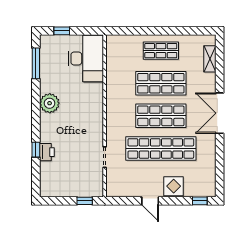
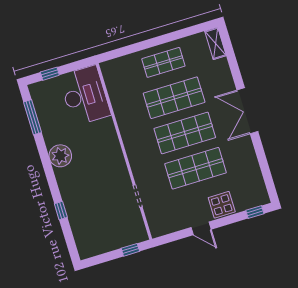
shelving: (210, 59) -> (215, 43), moved
shop shelf: (161, 148) -> (196, 168), width x0.71
printer: (47, 152) -> (74, 210), removed

